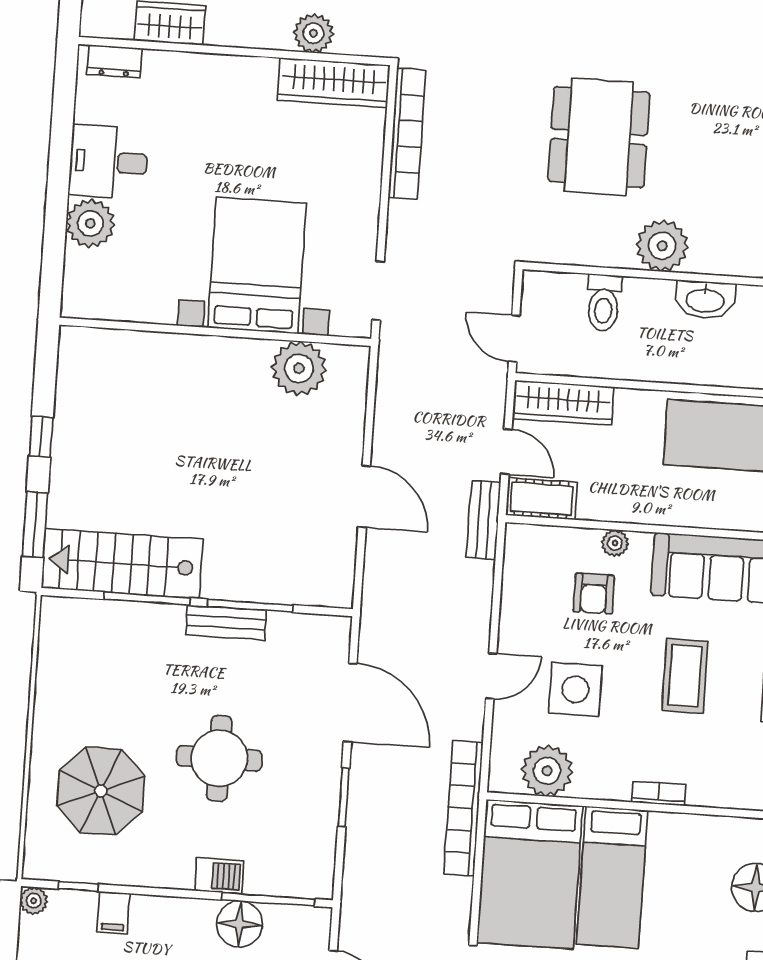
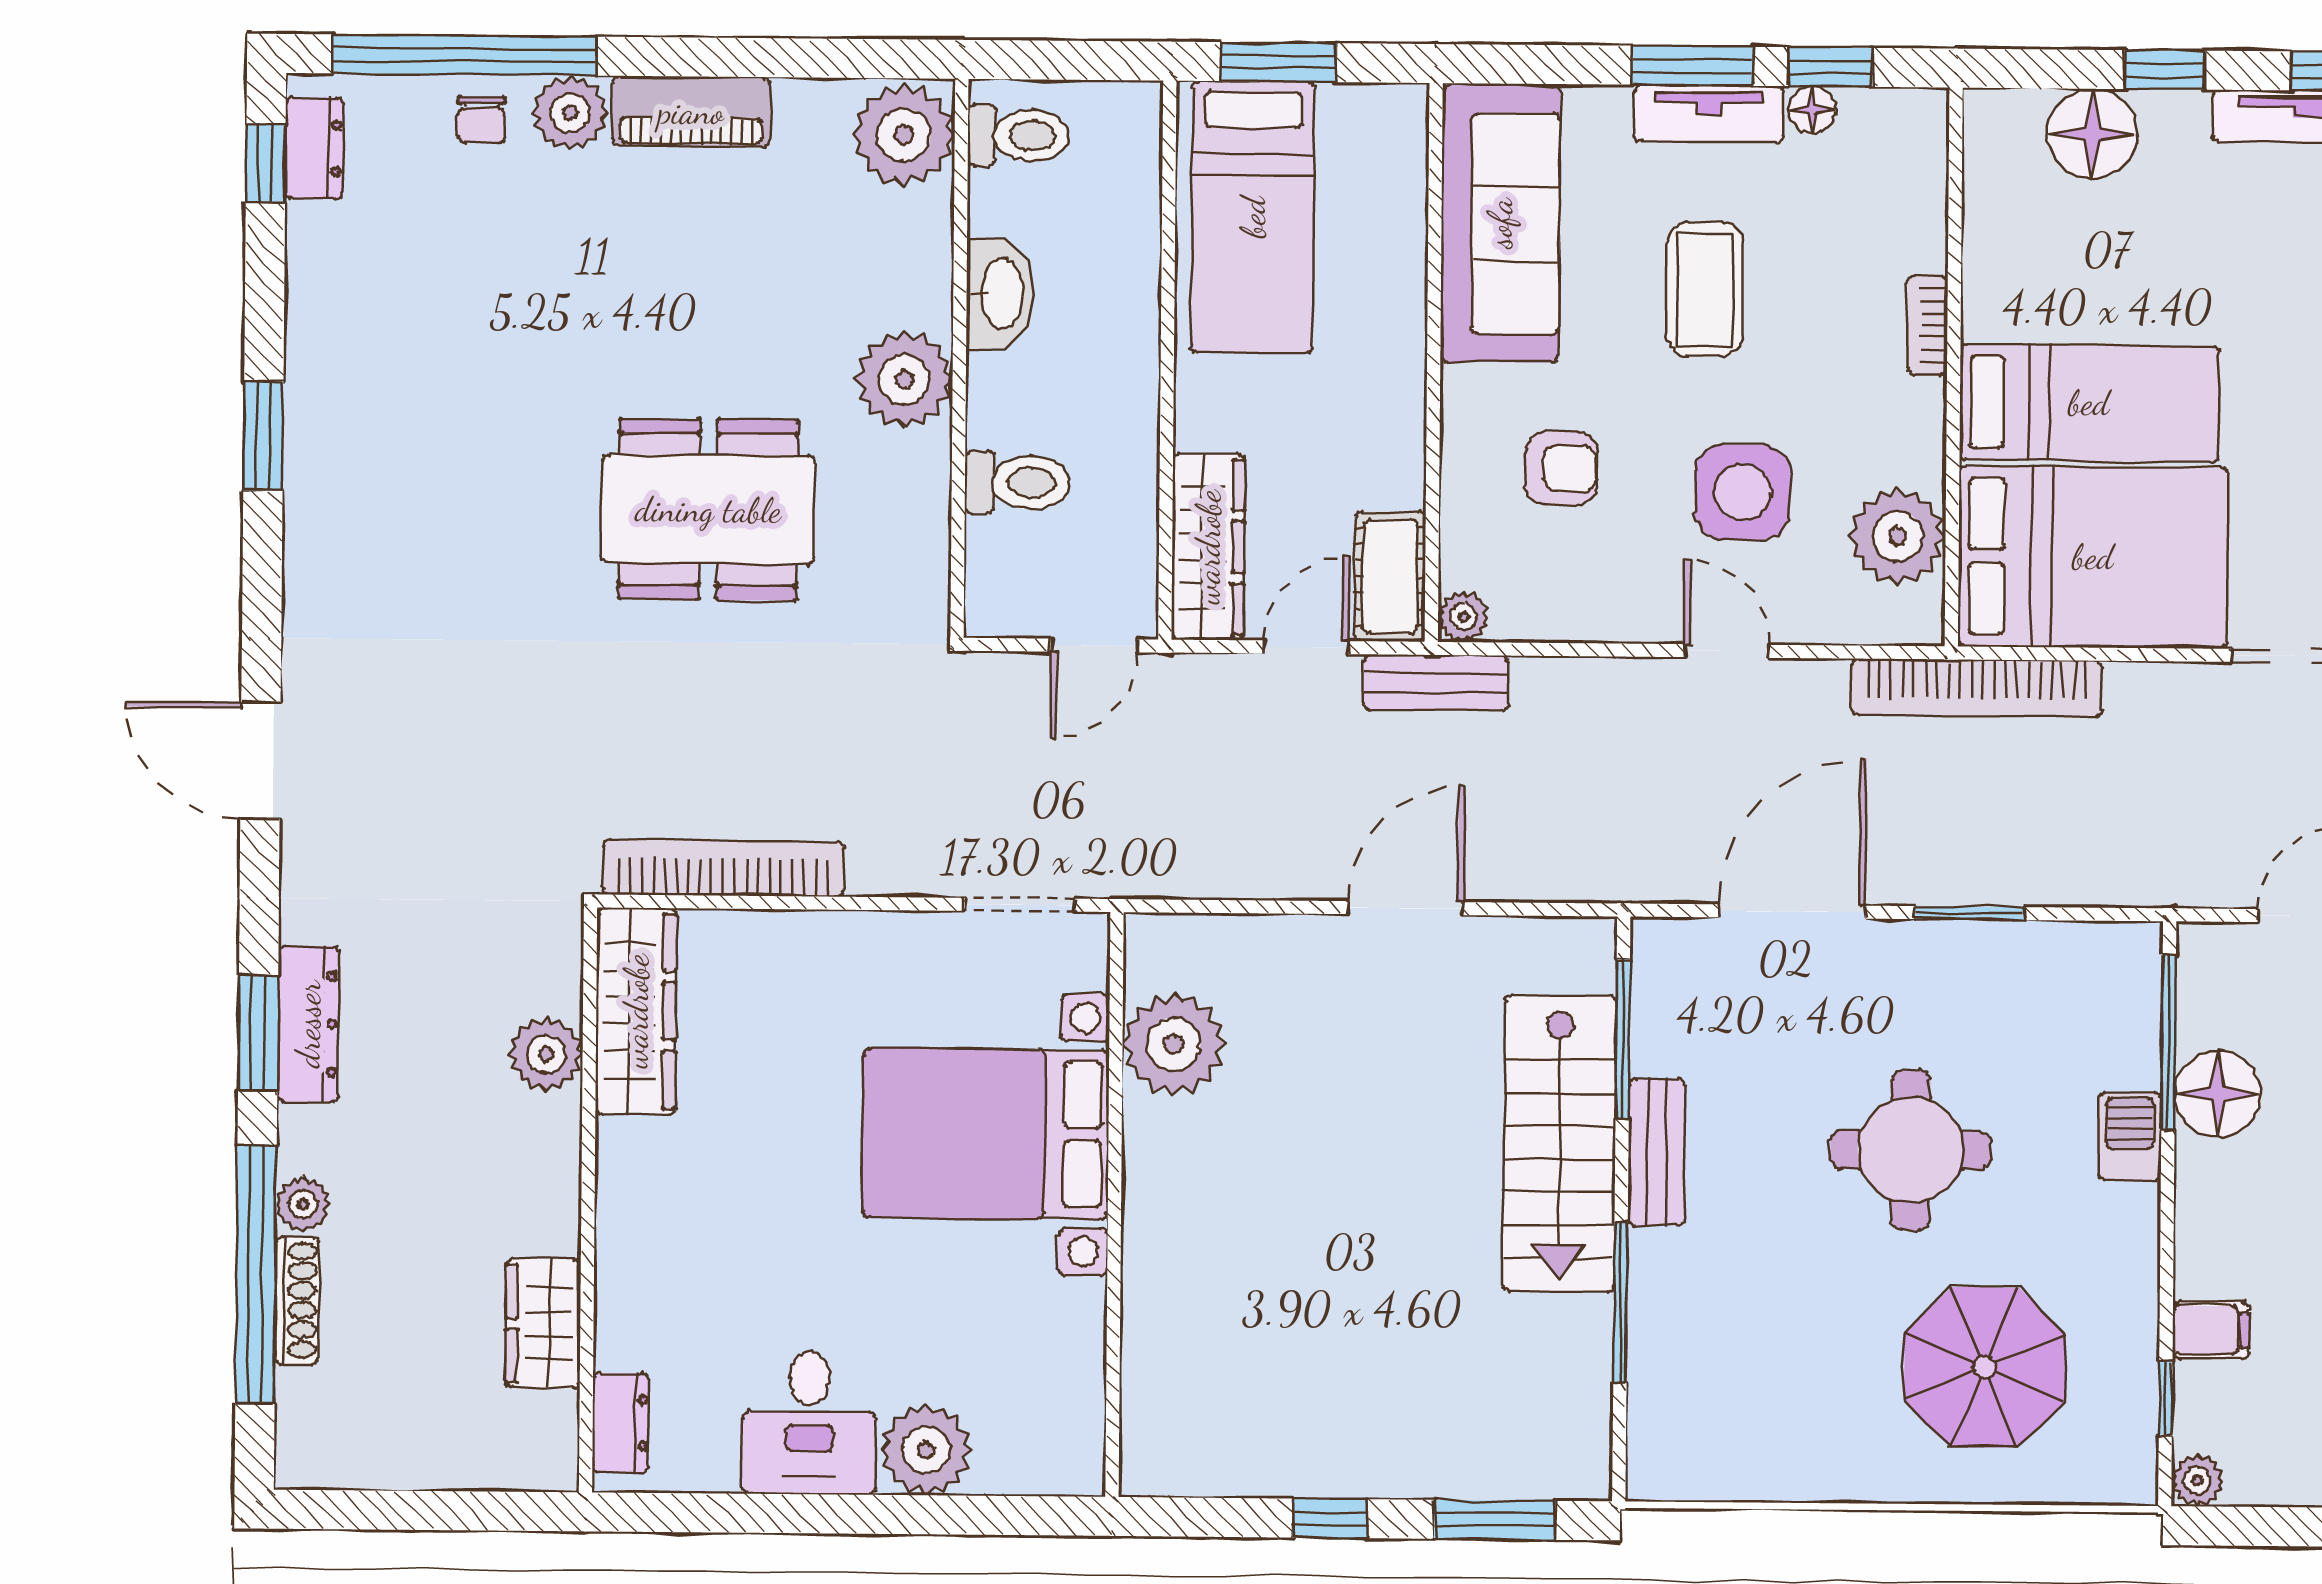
plant: (615, 543) -> (1463, 617), moved
stairs: (122, 564) -> (1560, 1143), moved
window: (250, 606) -> (1623, 1039), moved
coffee table: (685, 676) -> (1705, 289), turned 90

